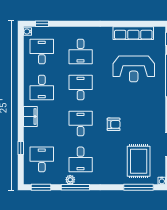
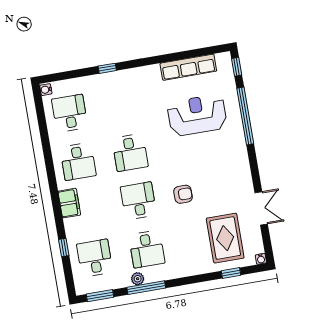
window: (42, 24) -> (107, 68), moved
desk: (81, 52) -> (122, 104), removed
reception desk: (134, 69) -> (197, 115), turned 180
desk: (81, 88) -> (130, 153), turned 180
window: (138, 187) -> (231, 273), width x0.46

